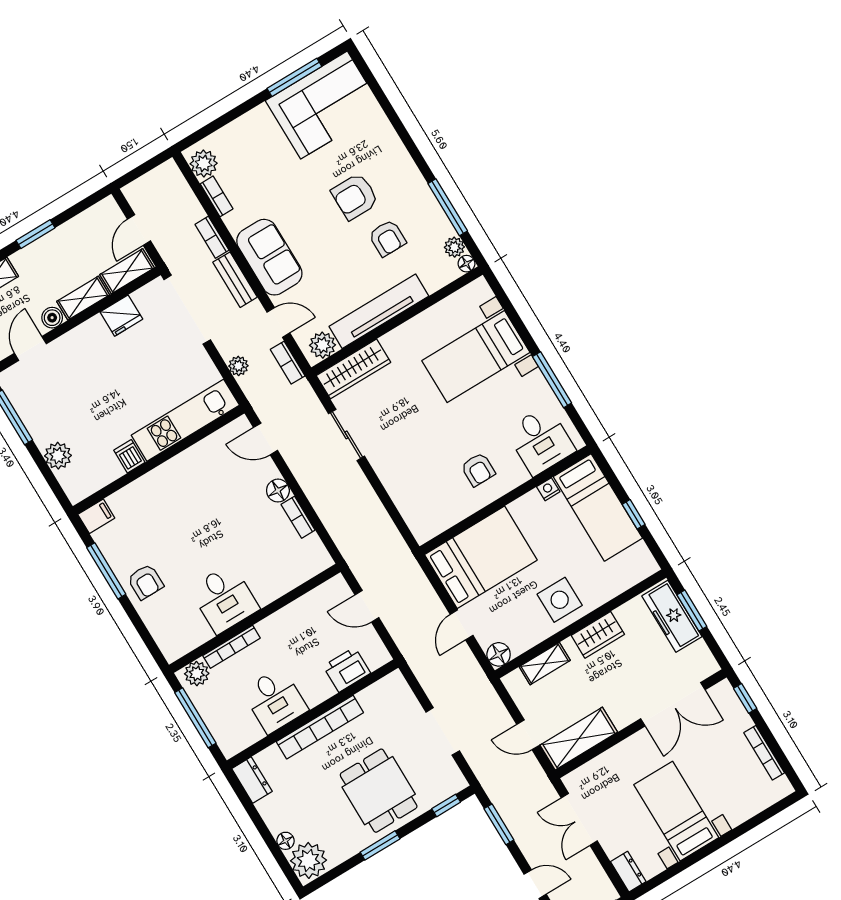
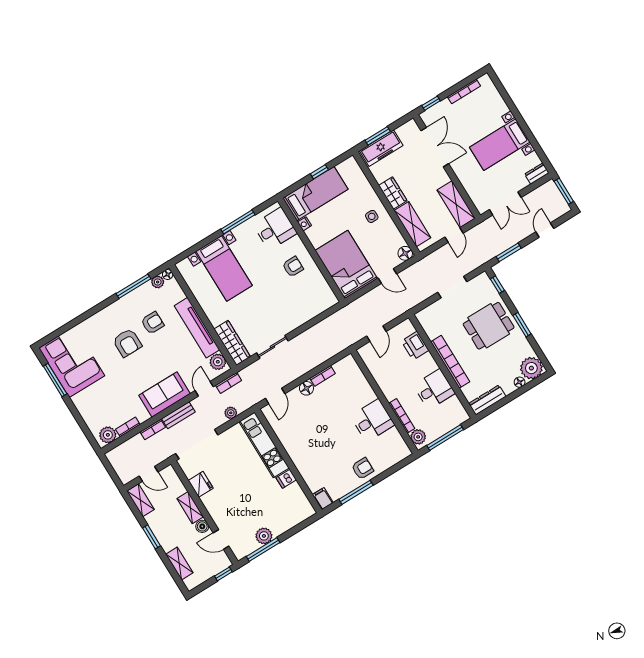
shelving: (127, 271) -> (140, 500), moved
plant: (58, 456) -> (264, 536), moved
side table: (560, 600) -> (372, 216), width x0.54, depth x0.54
shelving: (545, 664) -> (412, 224), width x1.50, depth x1.33
dresser: (252, 780) -> (487, 400), width x1.44

